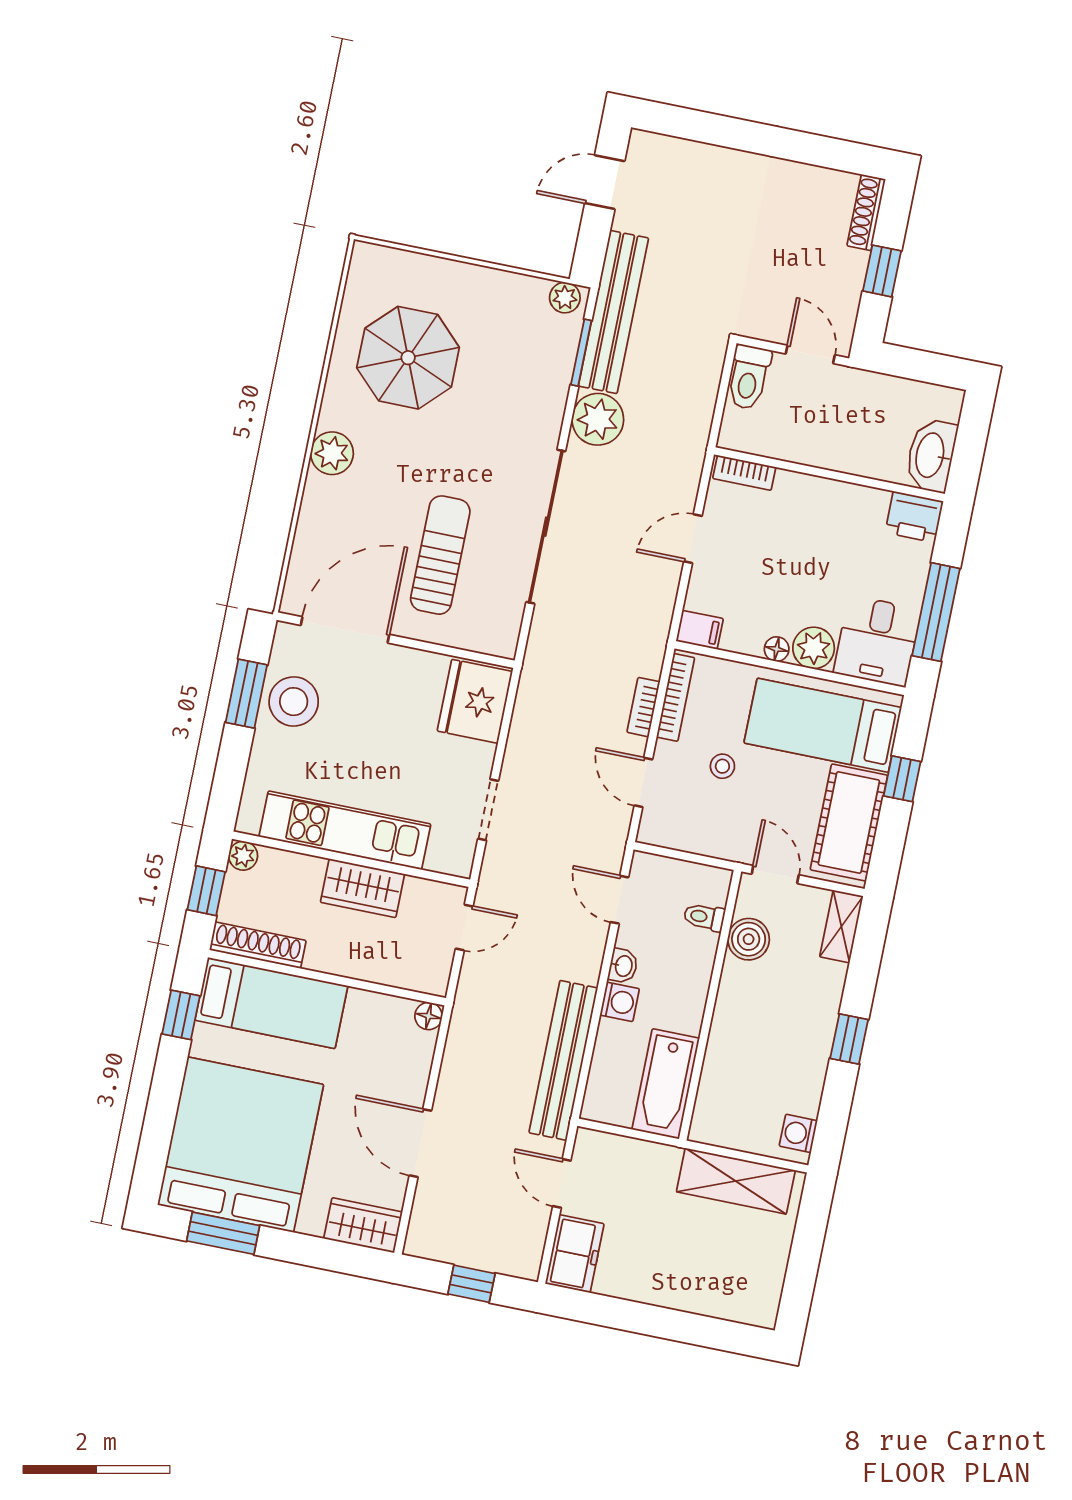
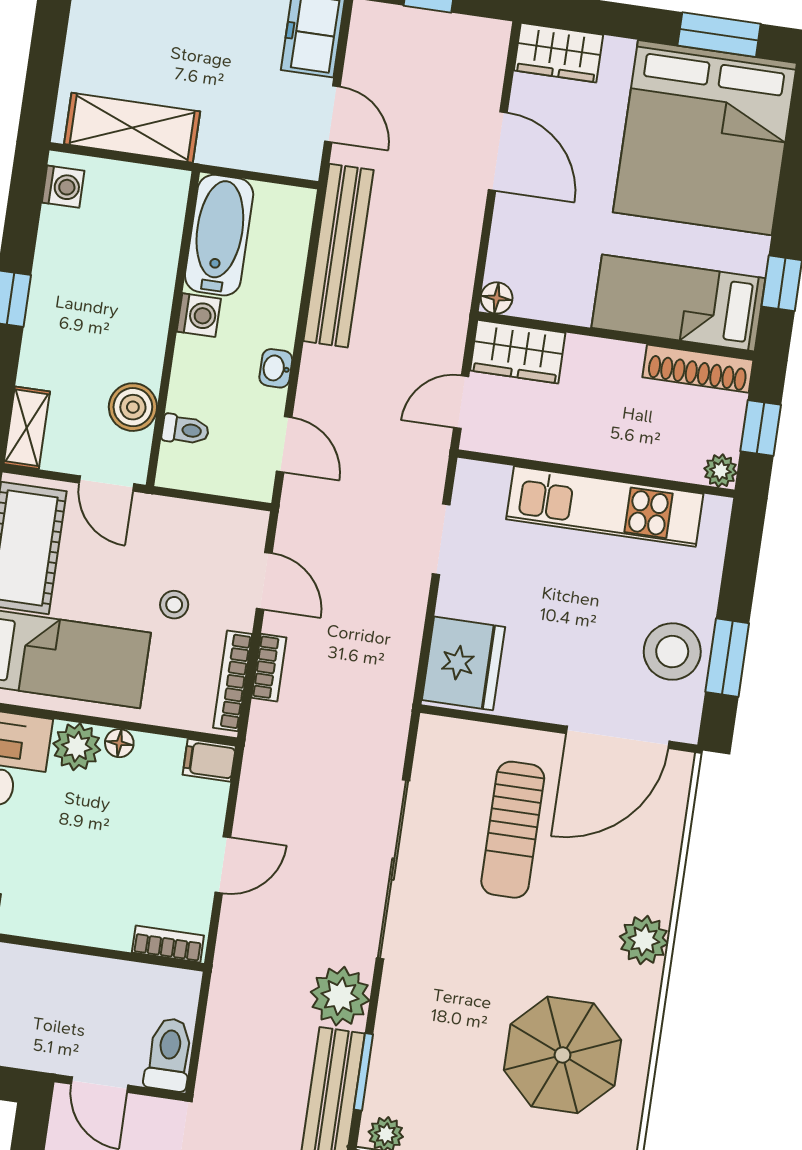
wardrobe: (362, 888) -> (518, 352), moved, turned 180
washing machine: (620, 1002) -> (199, 315), moved, turned 180

